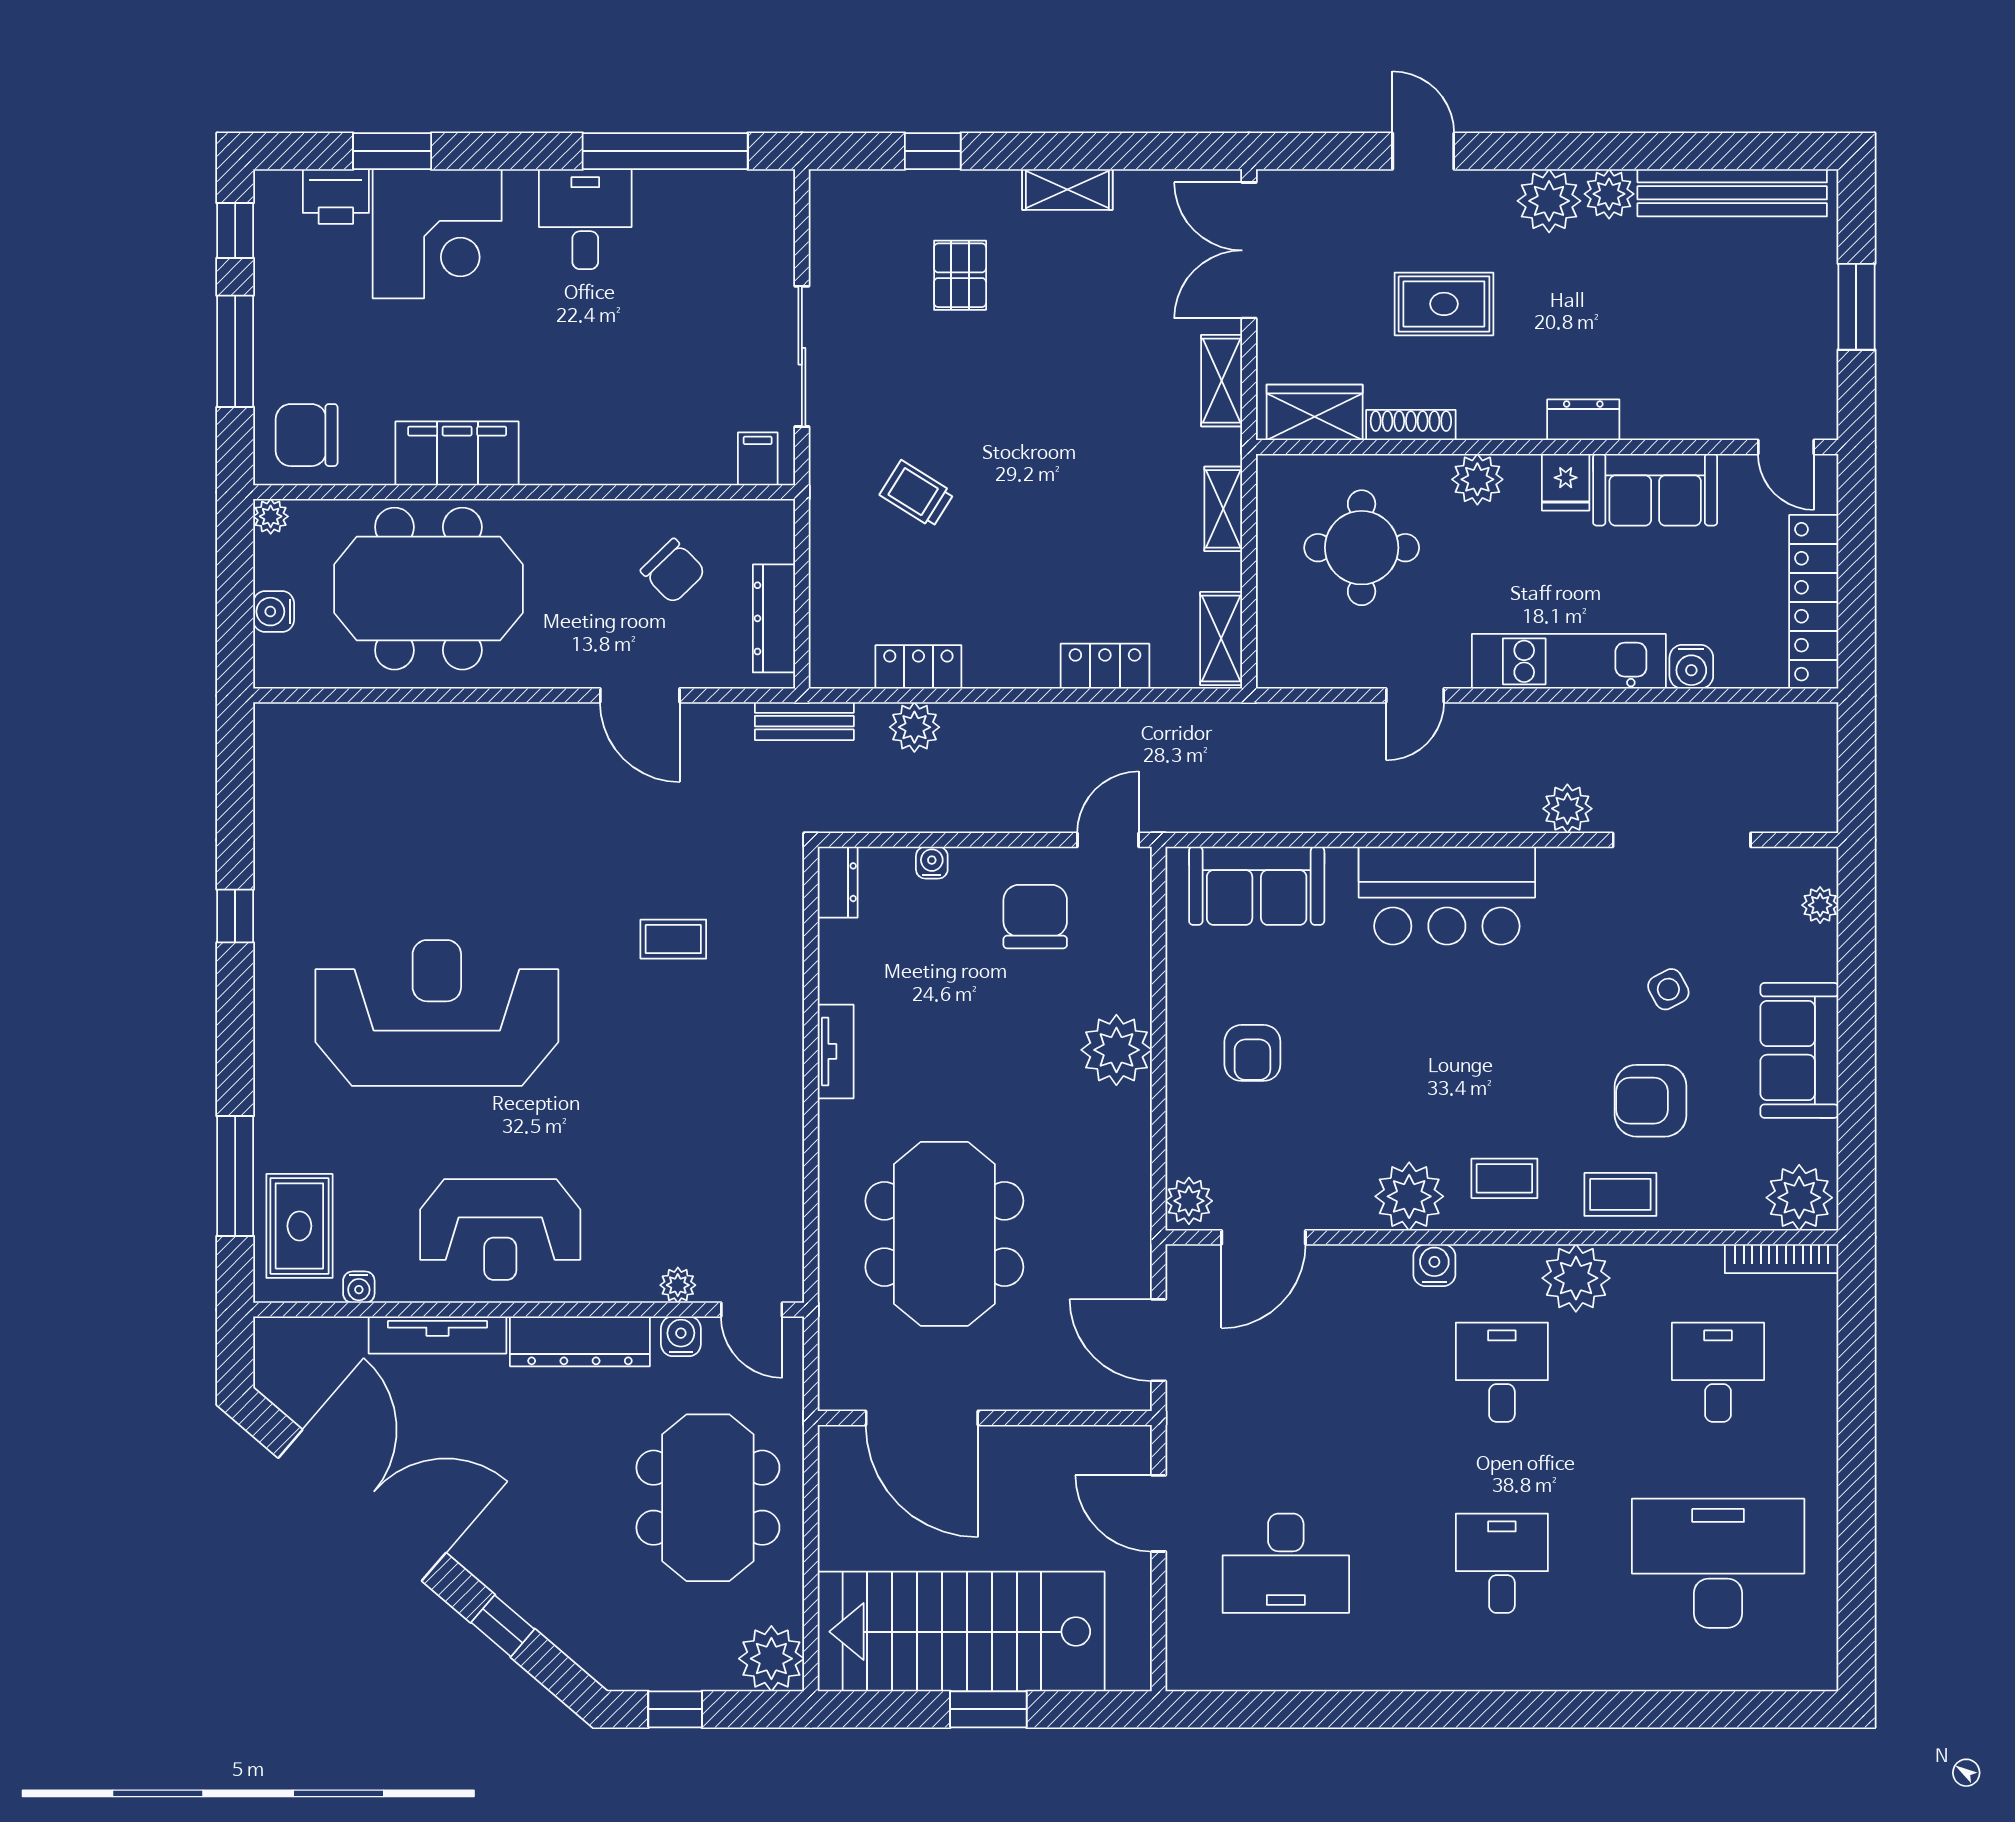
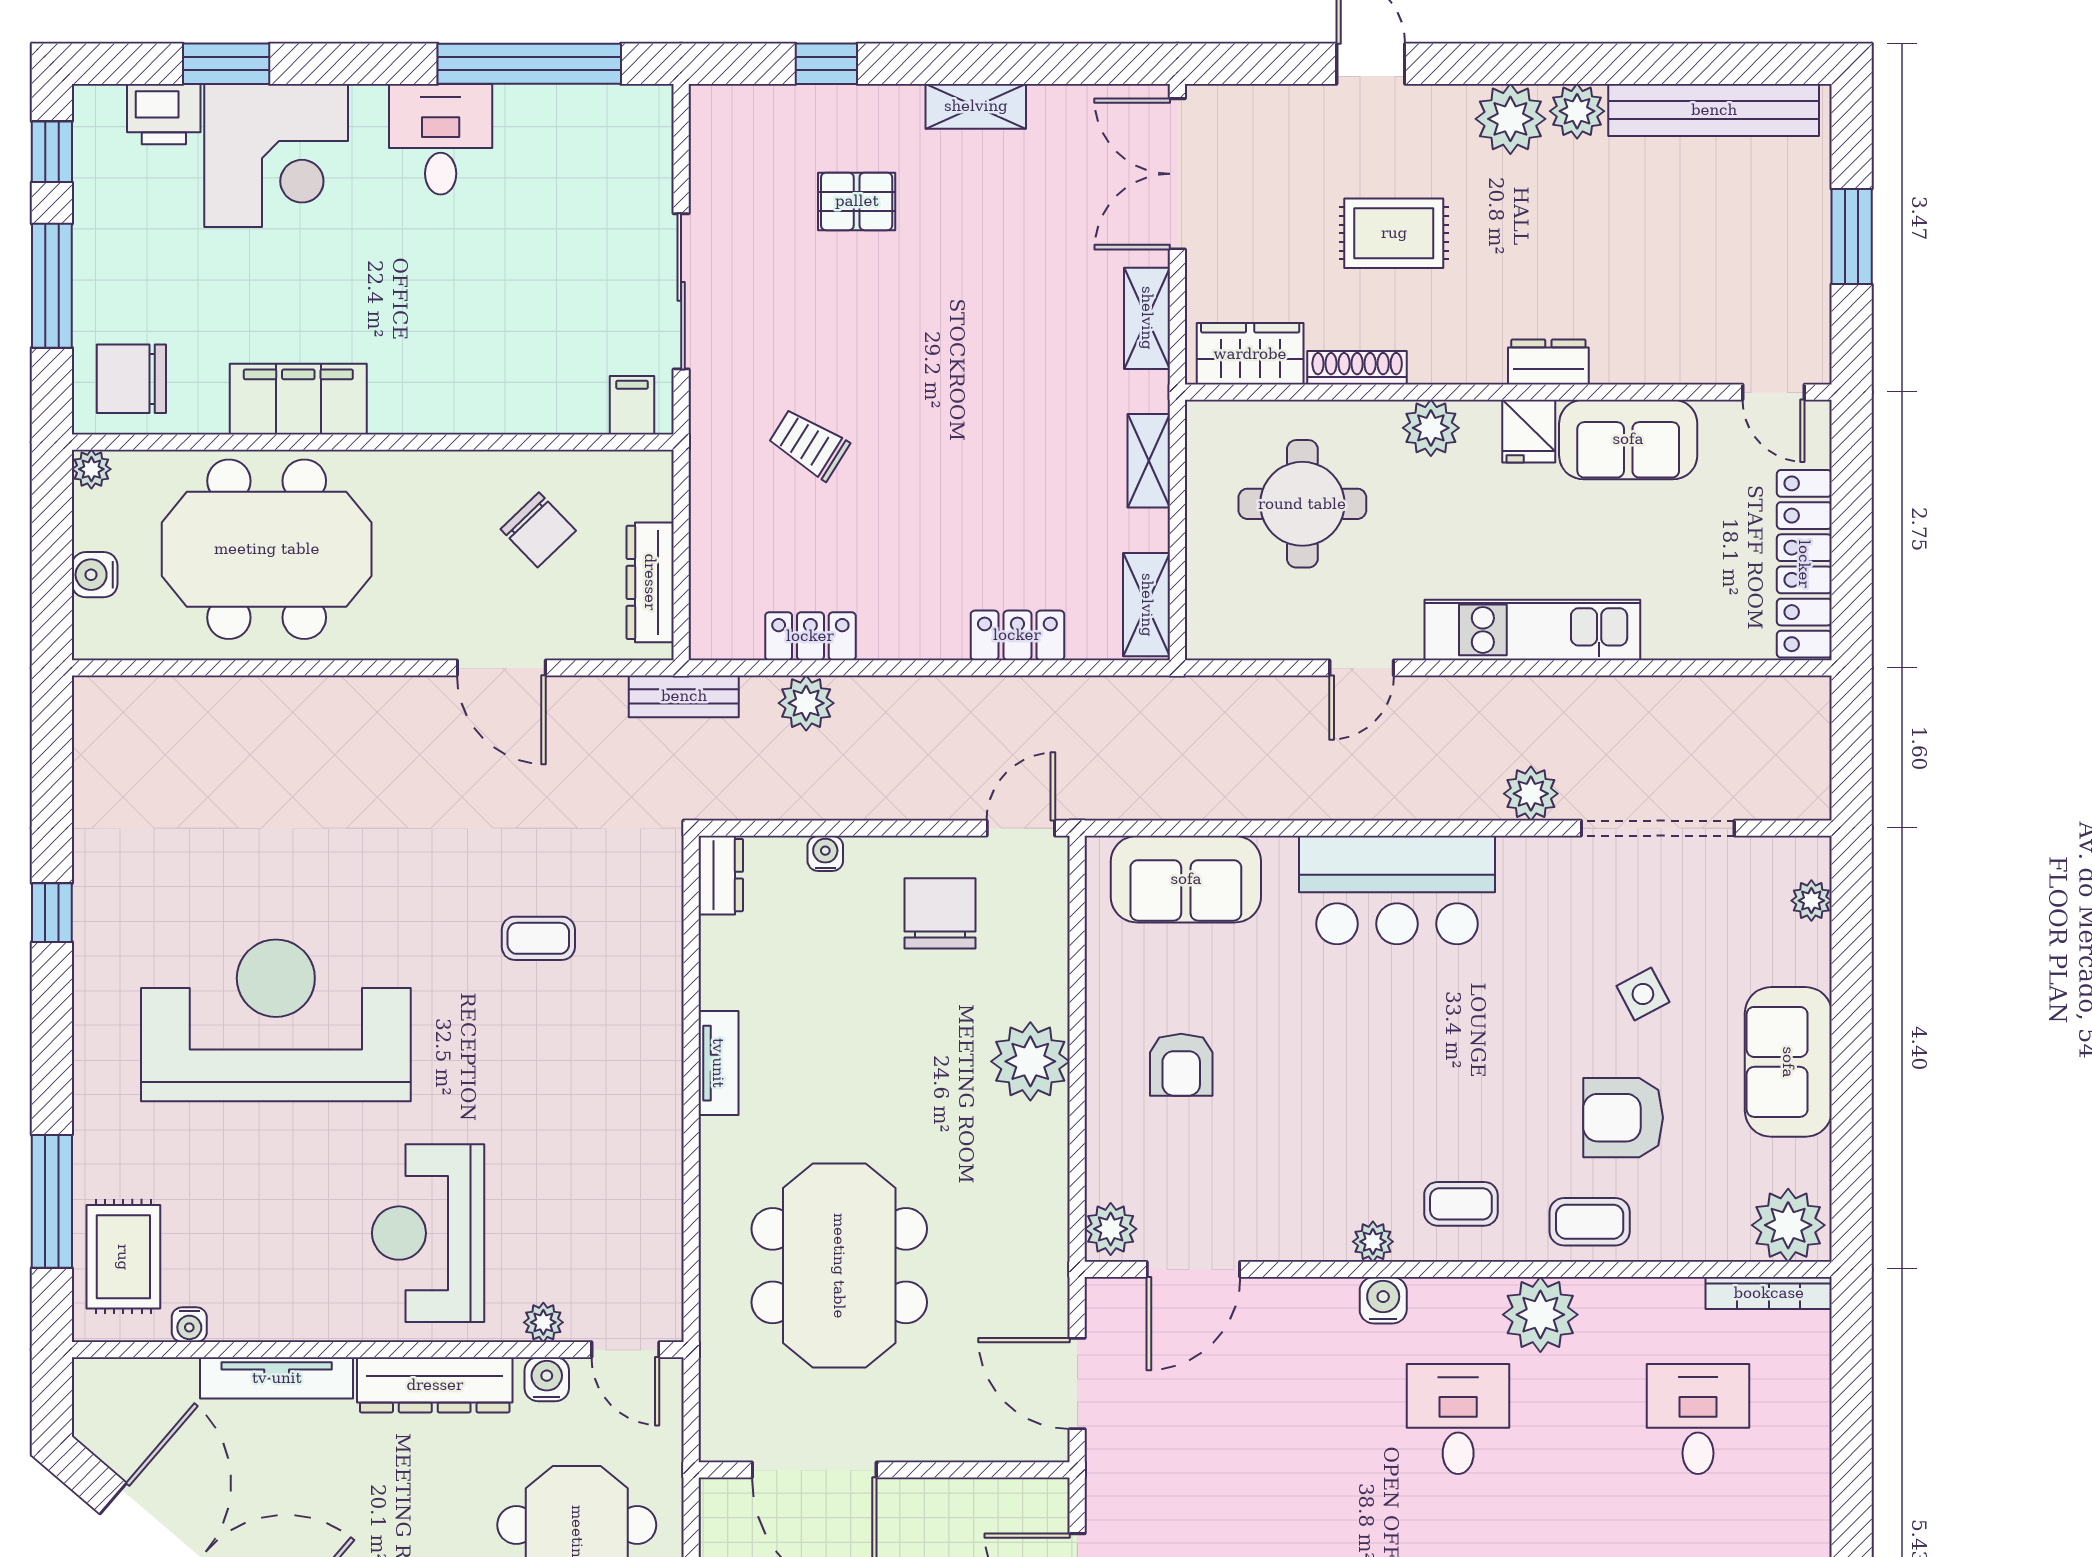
pallet: (960, 275) -> (857, 201), turned 90
water cooler: (1691, 667) -> (1668, 636), removed
plant: (1409, 1196) -> (1373, 1242), width x0.53, depth x0.53
reception desk: (500, 1230) -> (428, 1233), moved, turned 90

